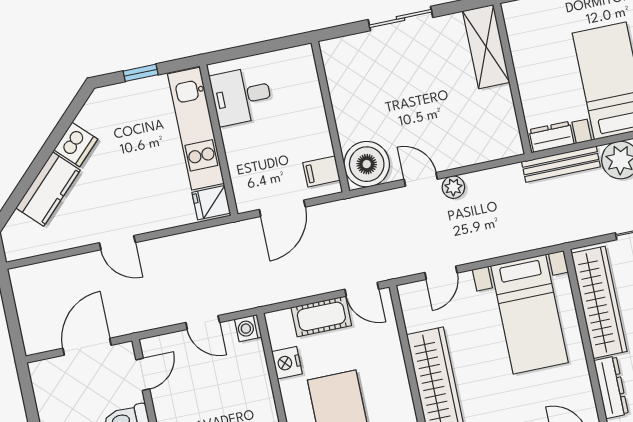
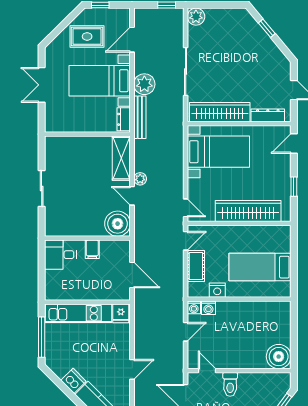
shelving: (486, 47) -> (121, 158), moved, turned 90
window: (141, 73) -> (42, 337), width x2.17
desk: (241, 96) -> (60, 255), moved, turned 90
filing cabinet: (322, 171) -> (92, 249), moved
door: (421, 179) -> (132, 196), hinge flipped
door: (441, 273) -> (186, 208), moved
washing machine: (253, 354) -> (208, 308), added

